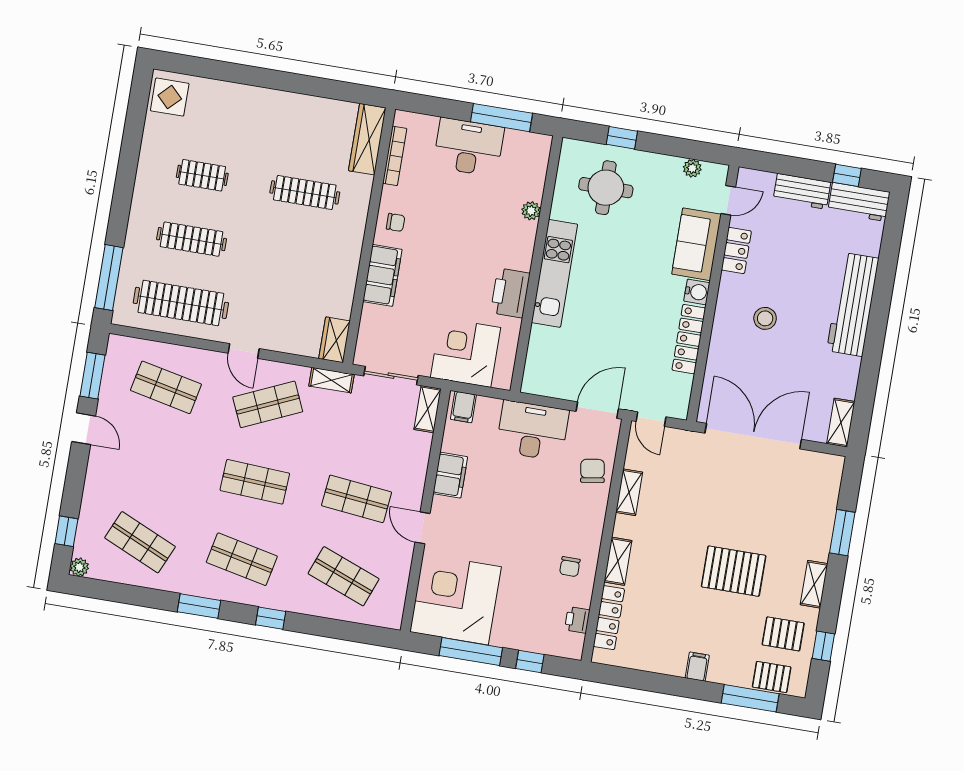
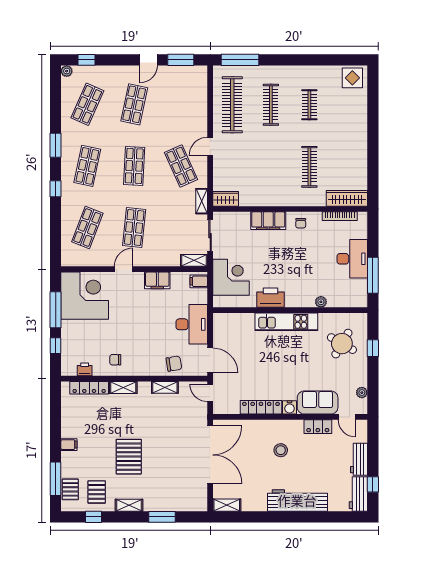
round table: (606, 188) -> (342, 344), turned 30
shop shelf: (166, 387) -> (134, 104), moved
door: (651, 419) -> (210, 393), hinge flipped

